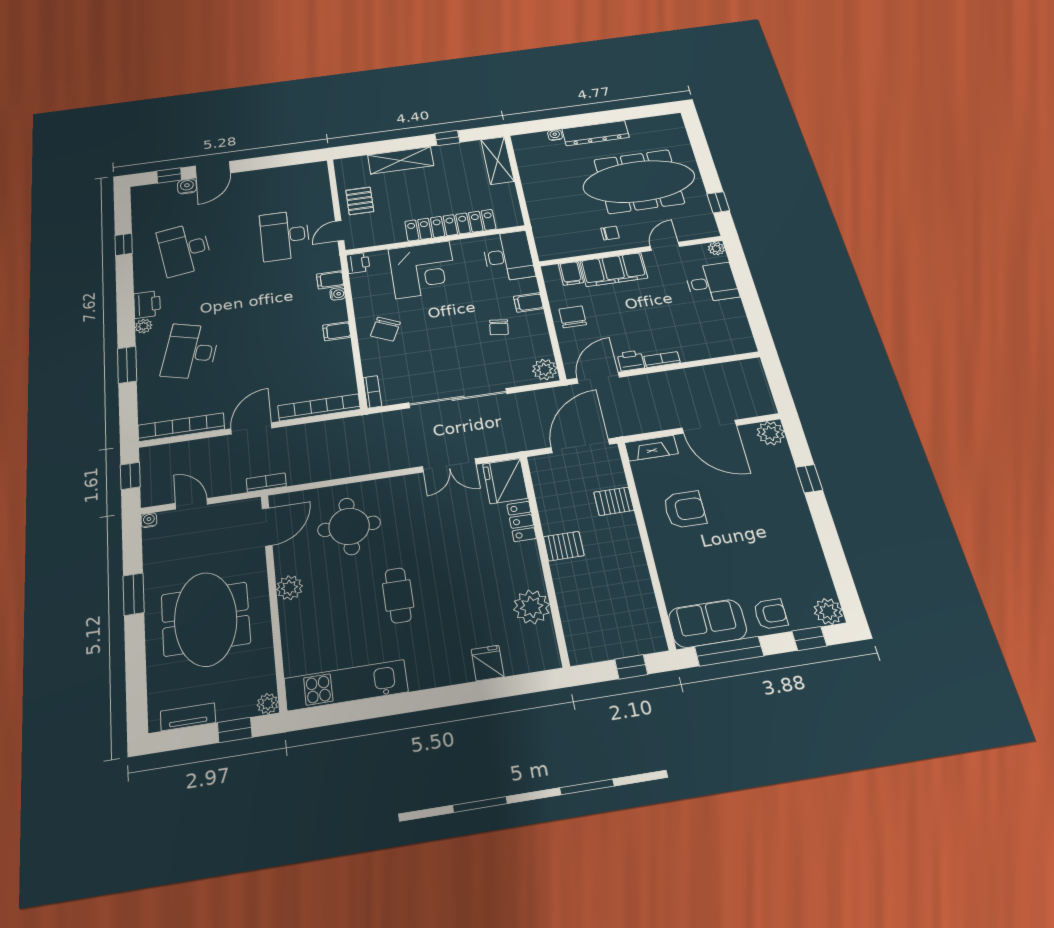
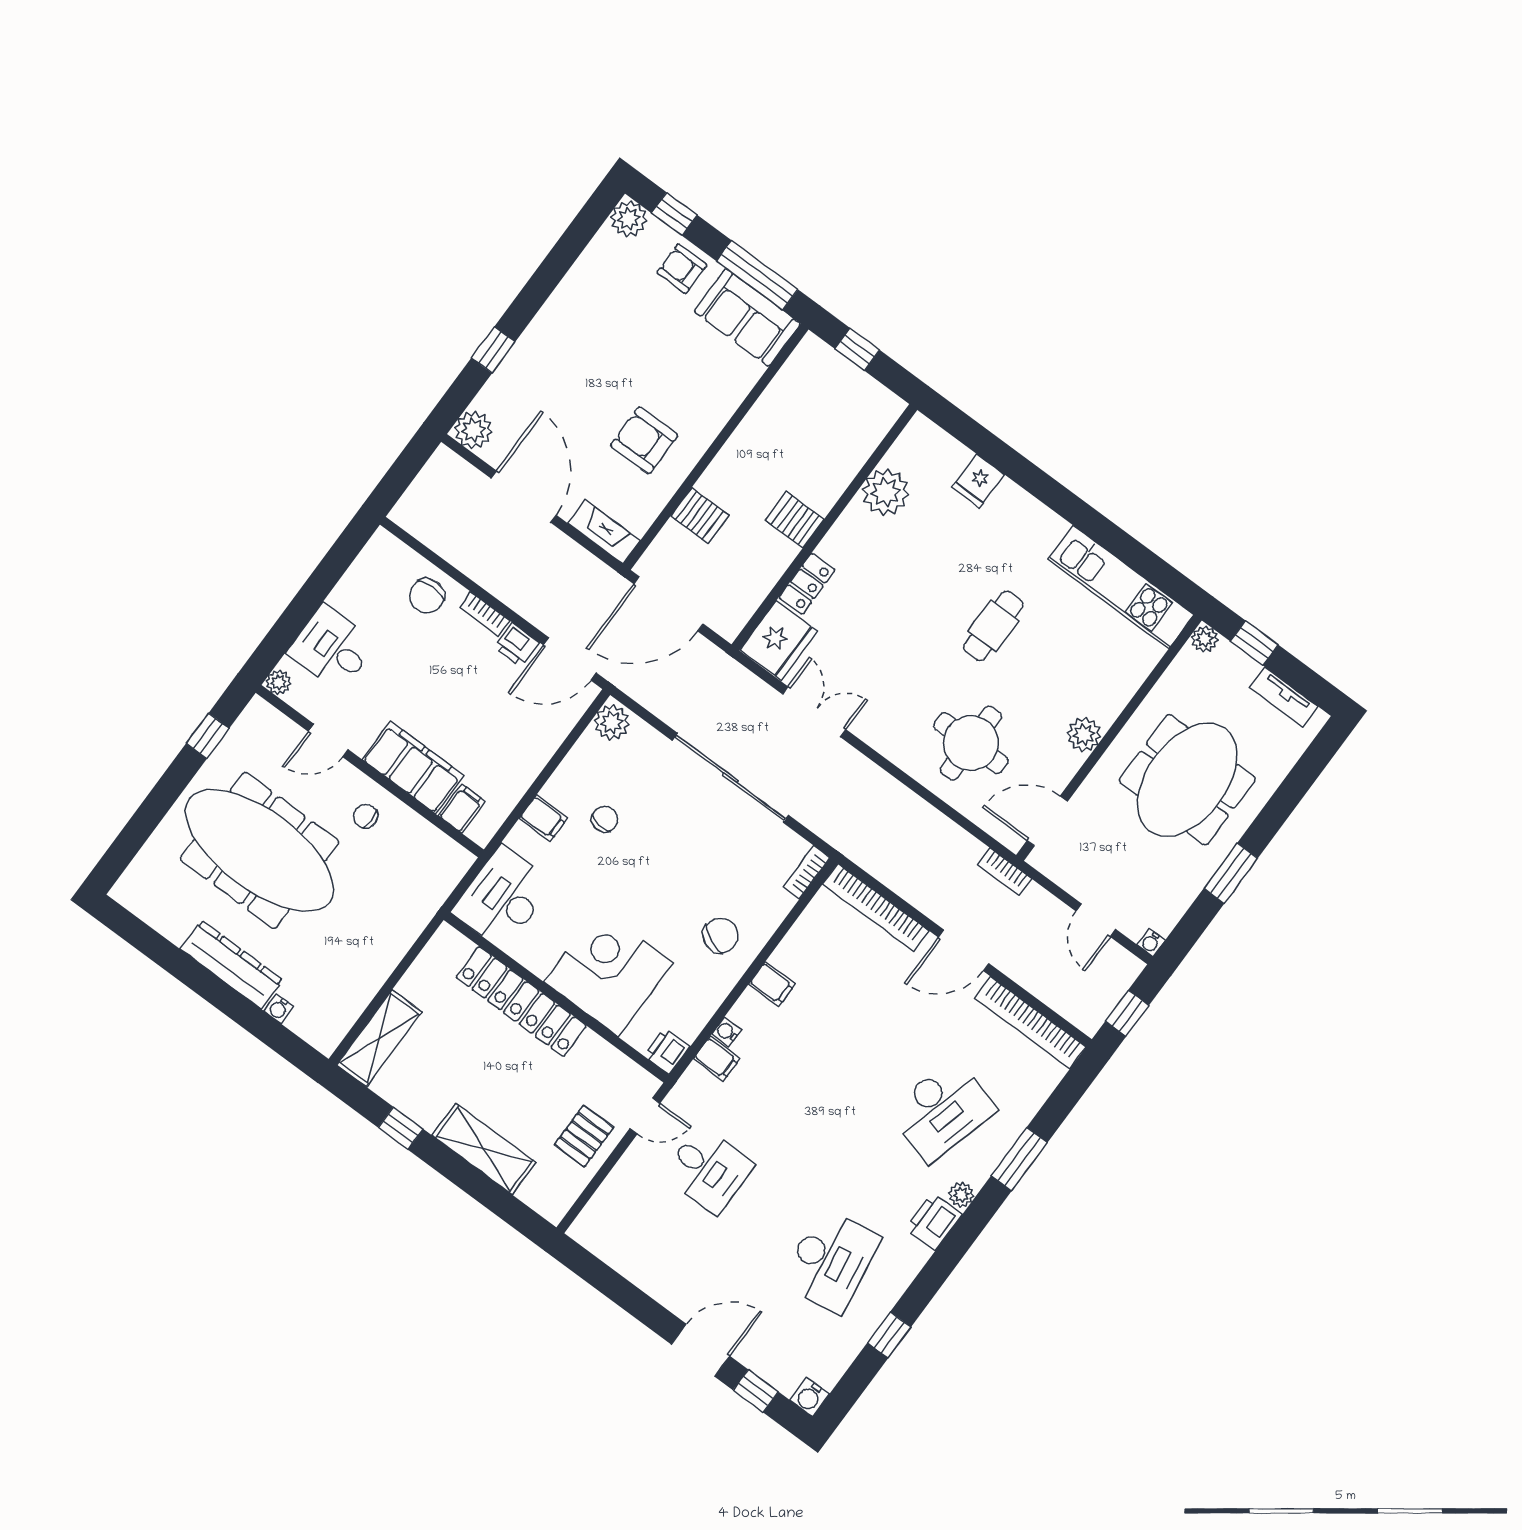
water cooler: (187, 186) -> (809, 1397), moved
desk: (285, 235) -> (708, 1170), width x0.73
chair: (573, 317) -> (427, 596), moved

